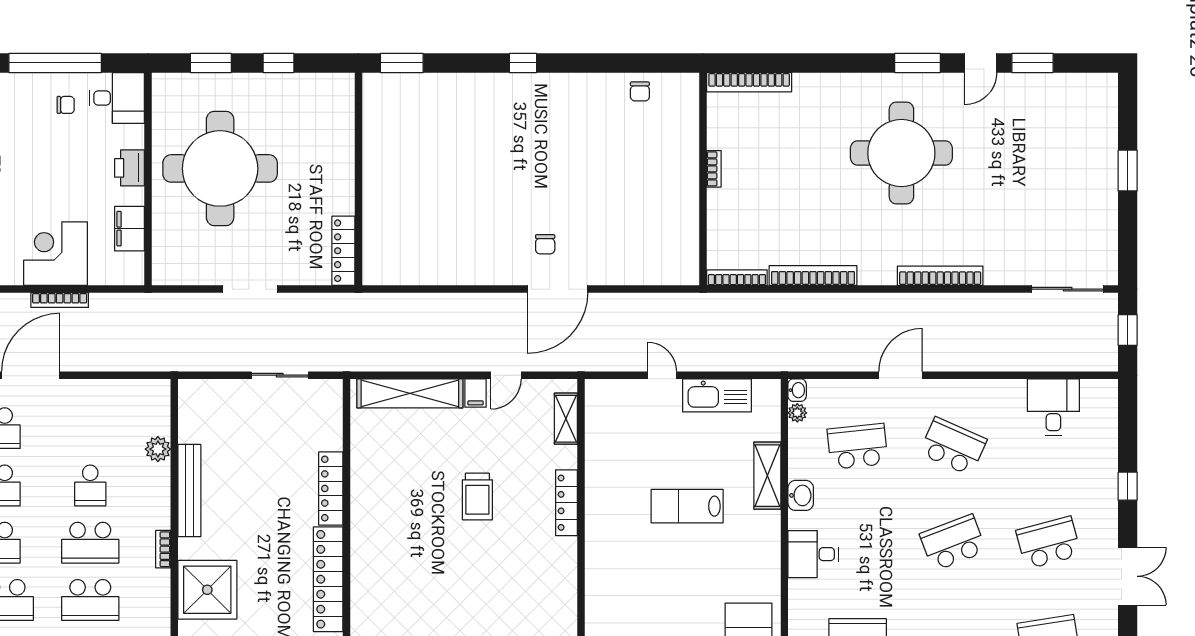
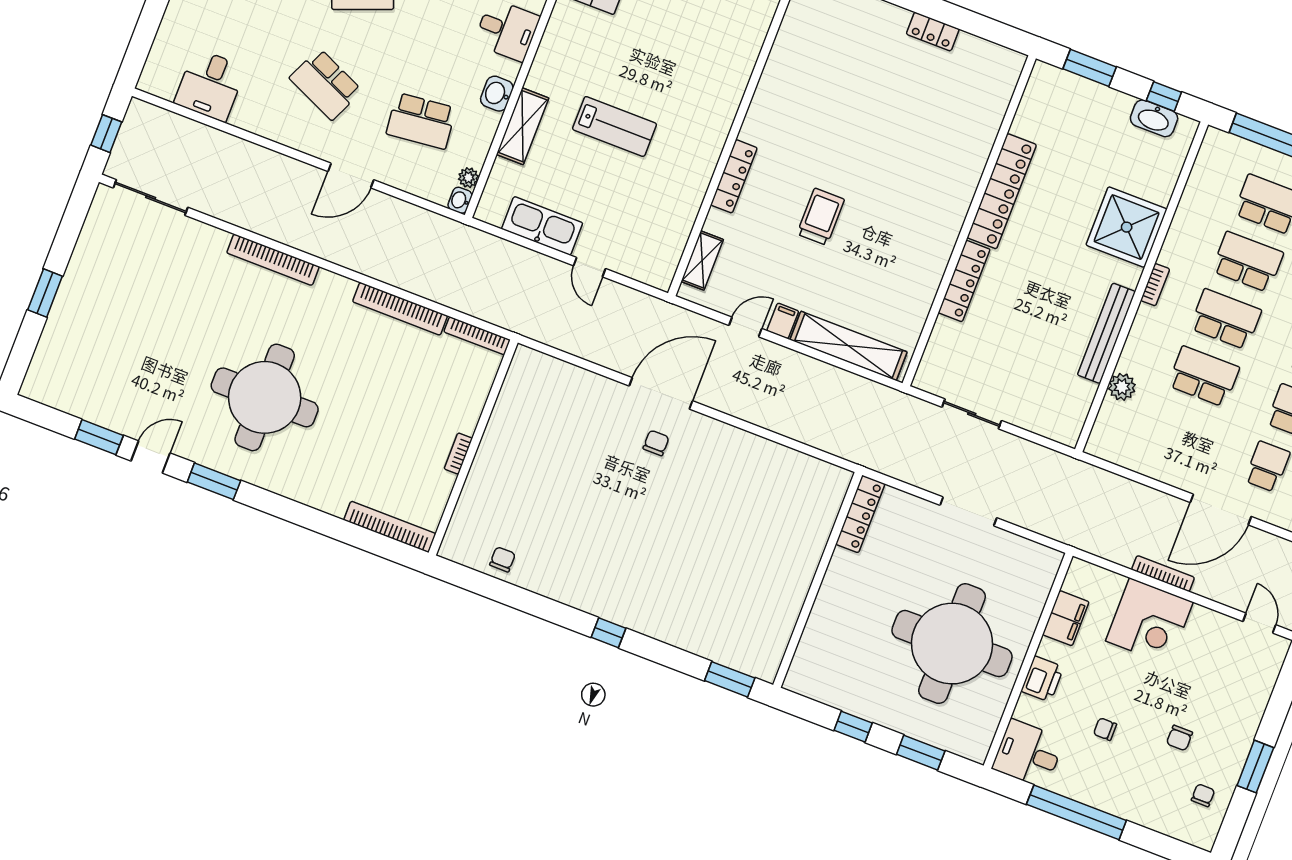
chair: (66, 105) -> (1105, 729), moved
school desk: (90, 485) -> (1204, 376), width x1.85

